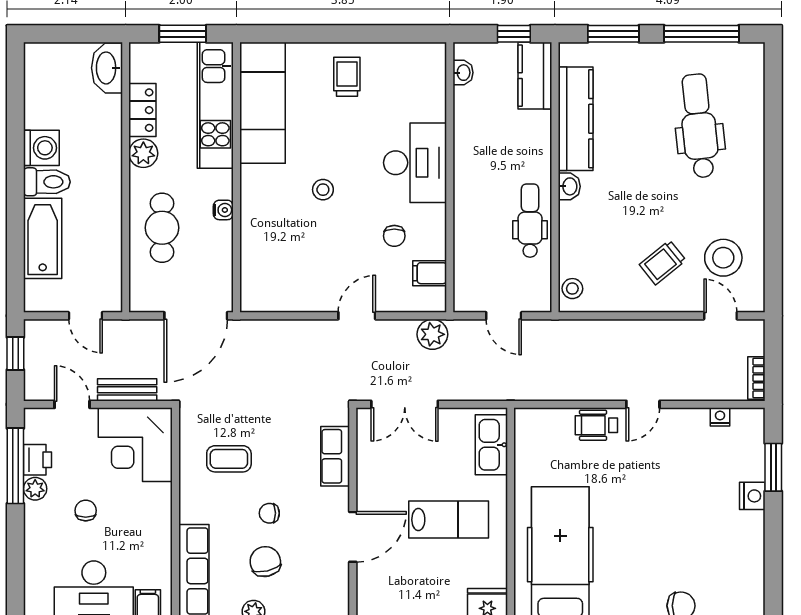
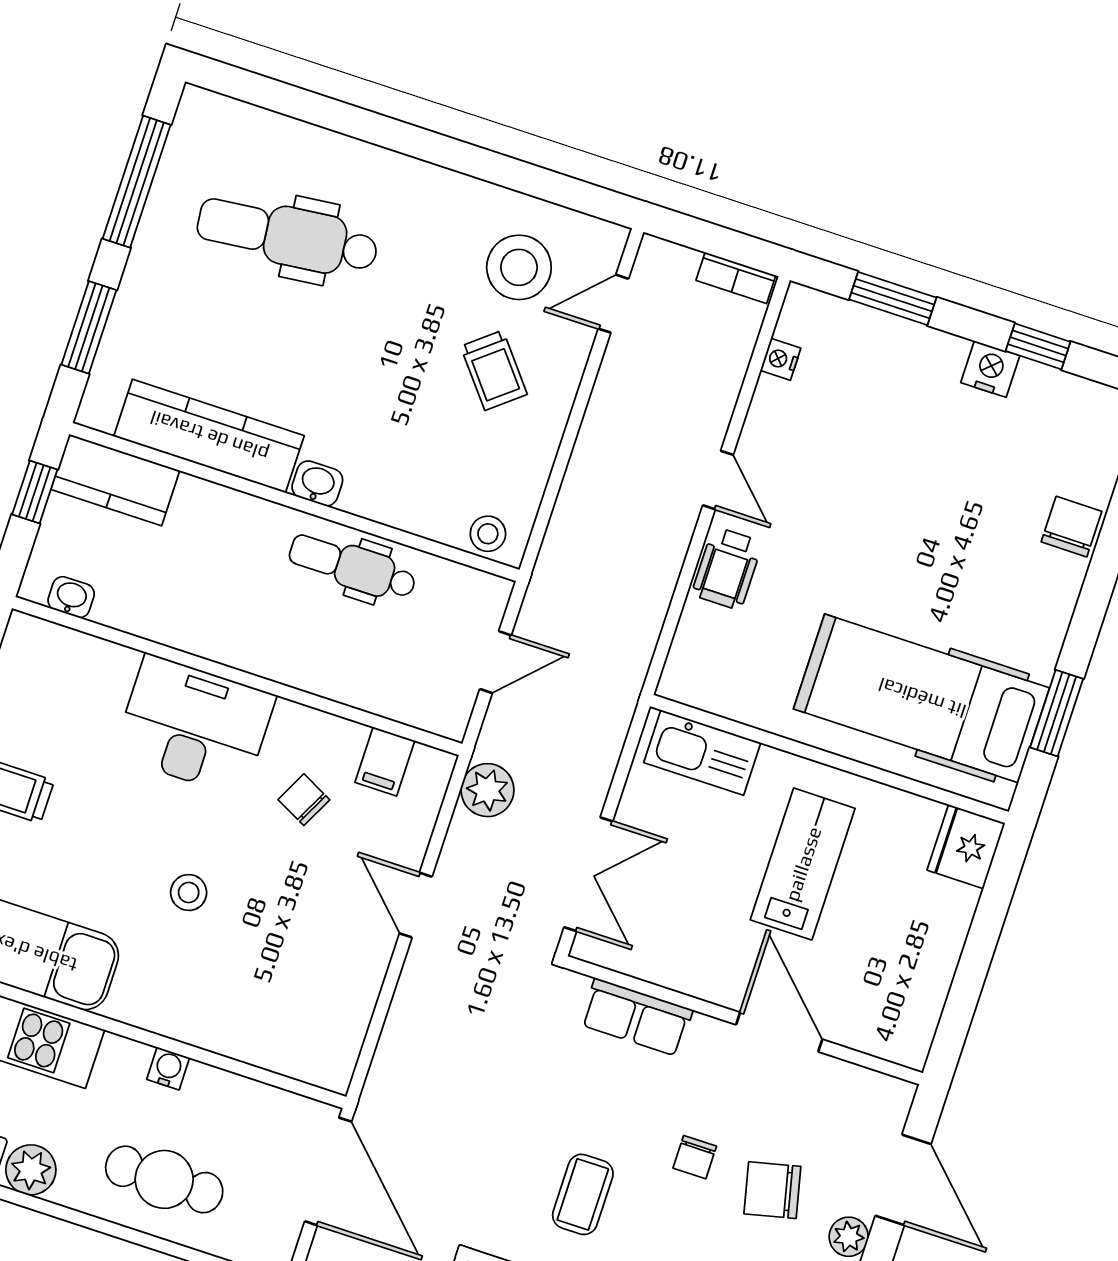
chair: (394, 236) -> (304, 800), turned -153
nightstand: (752, 496) -> (990, 369), moved
window: (773, 555) -> (1038, 346), added

